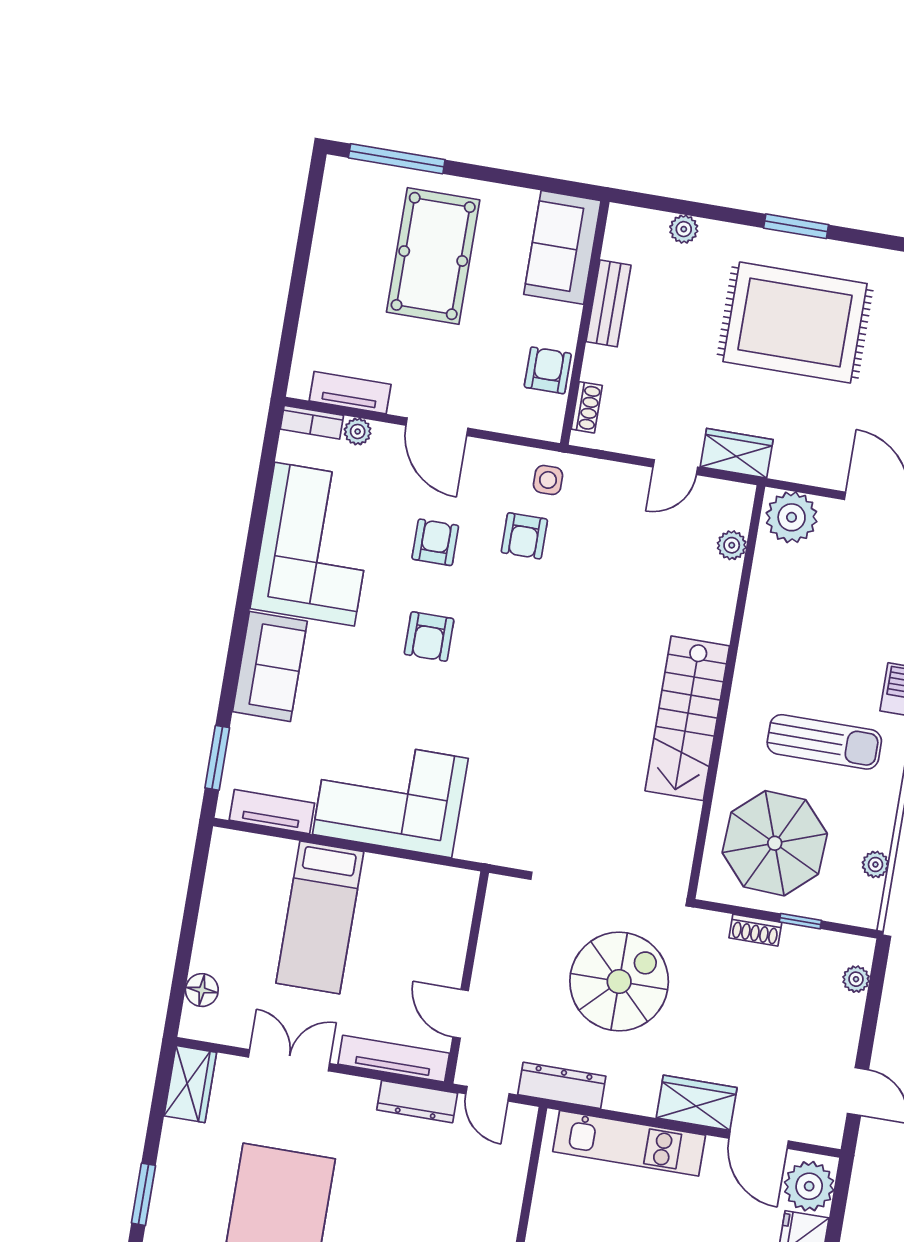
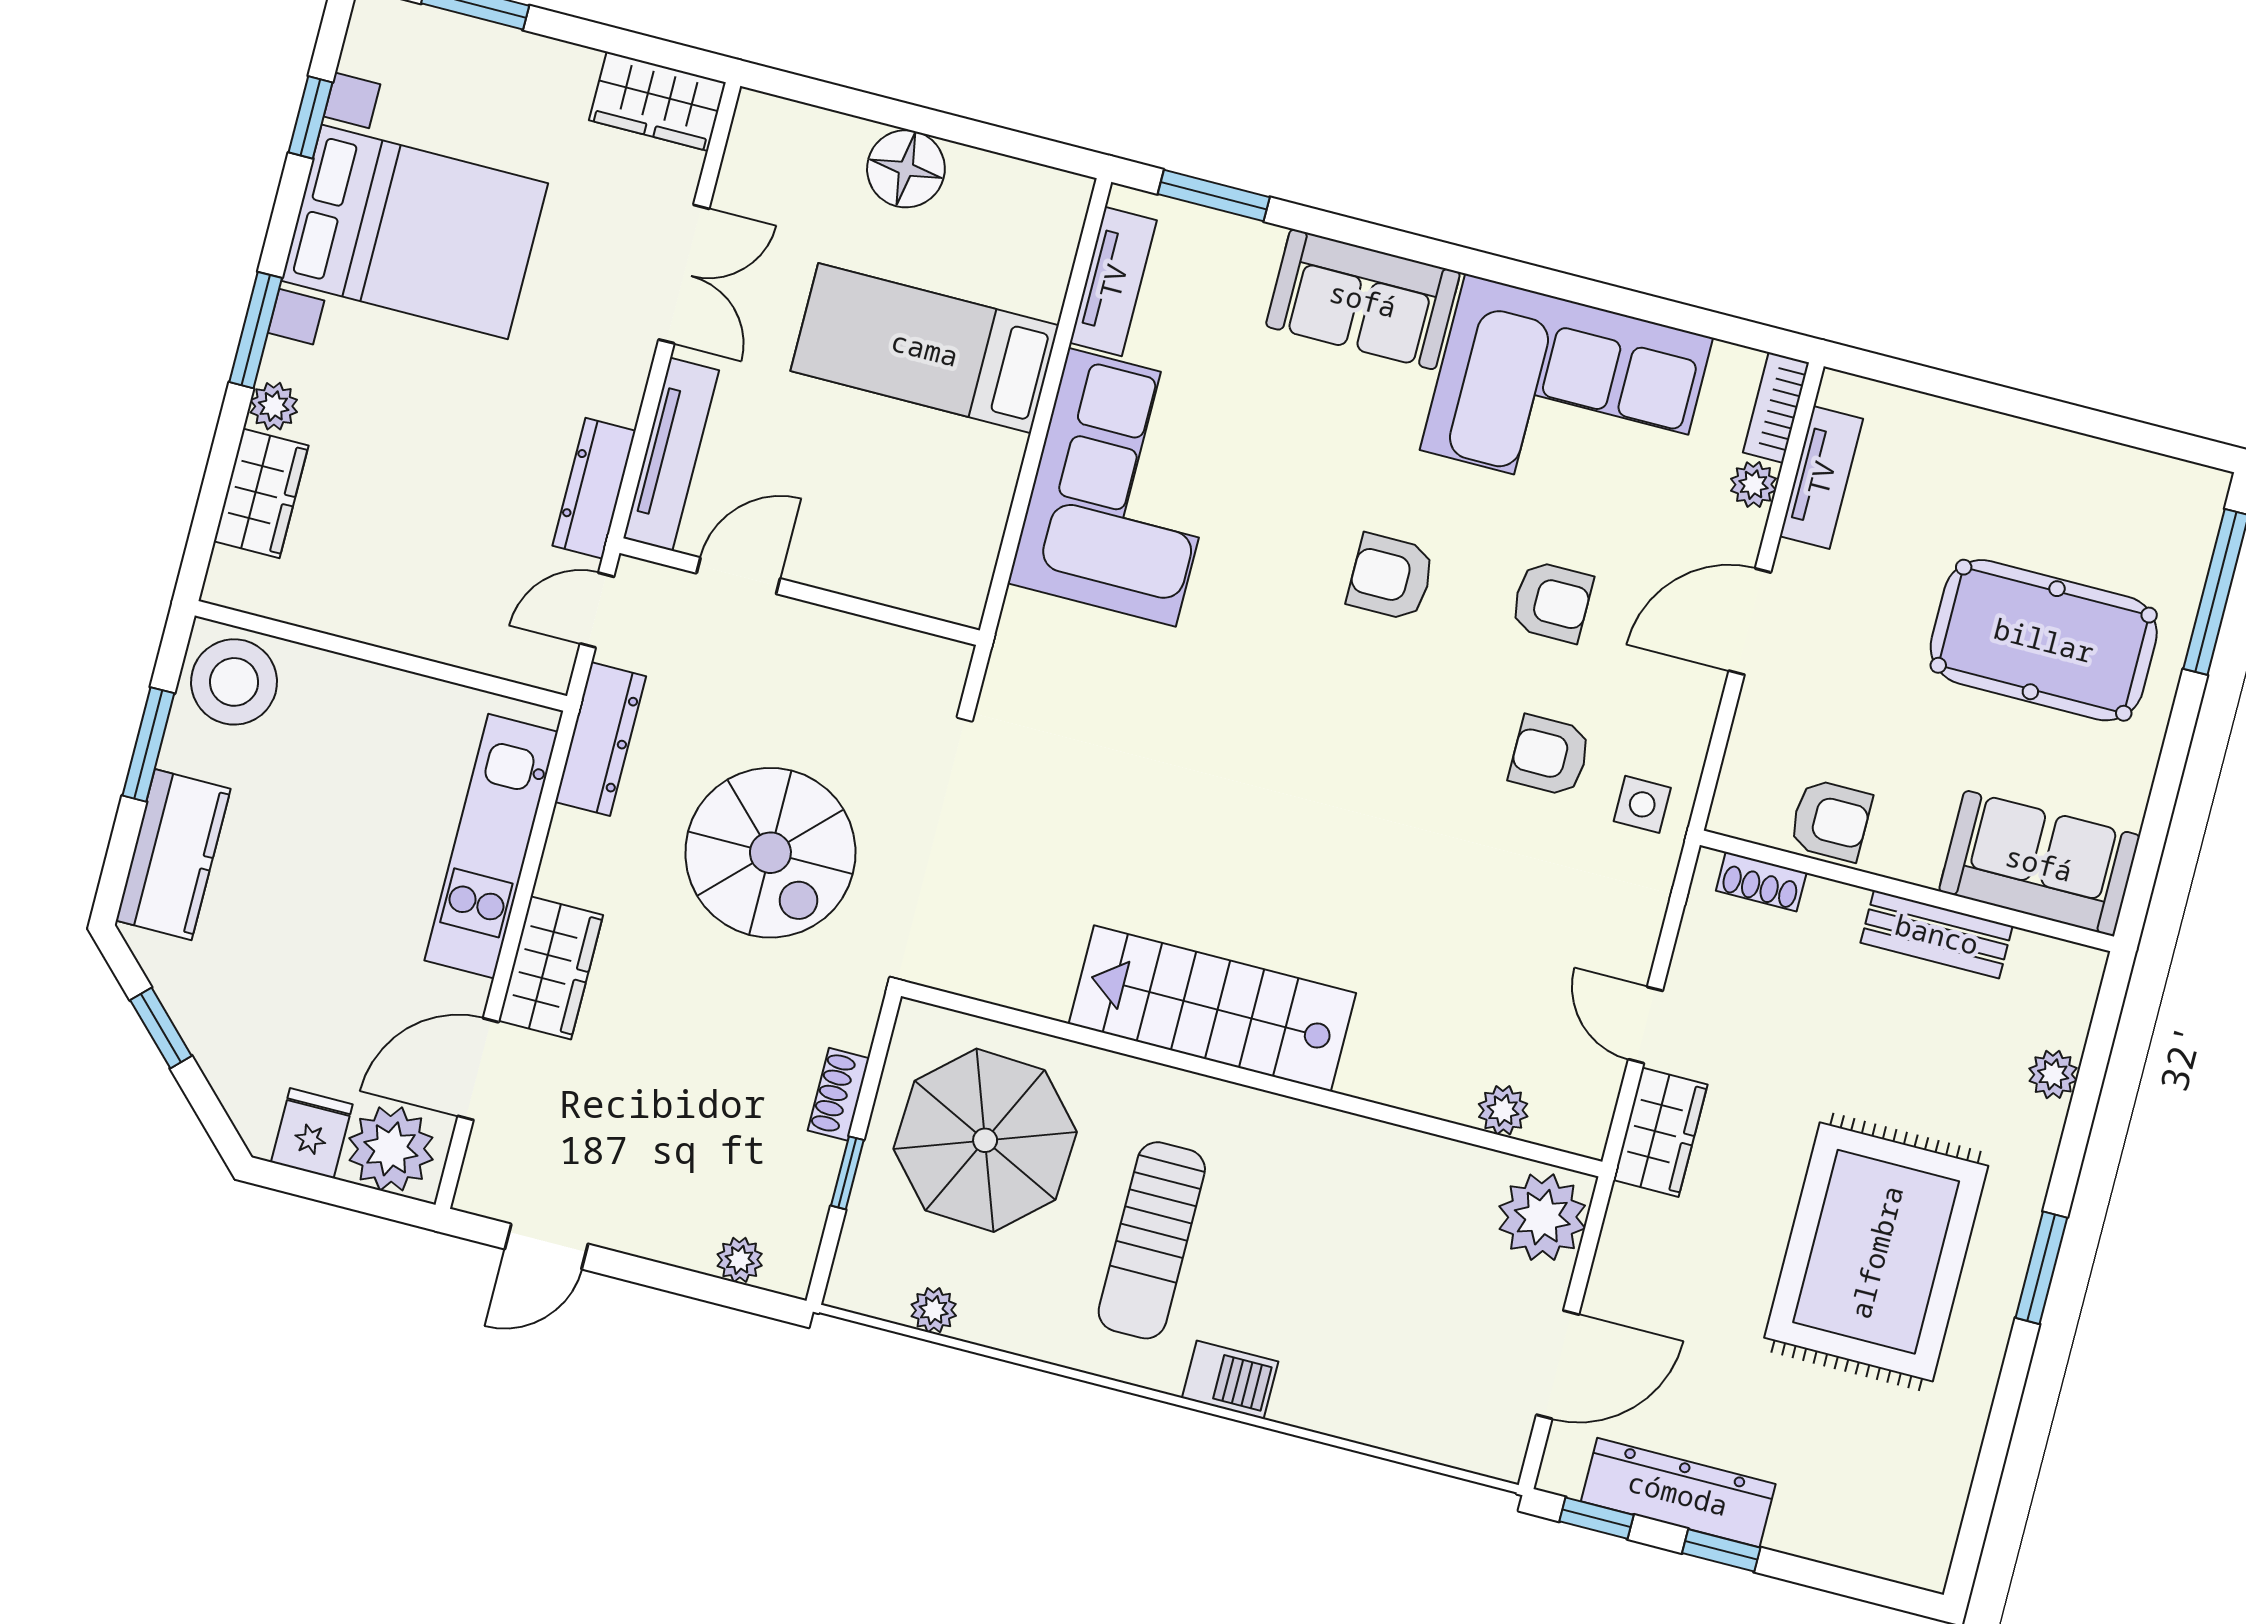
floor lamp: (202, 990) -> (906, 169), moved, width x1.38, depth x1.38

